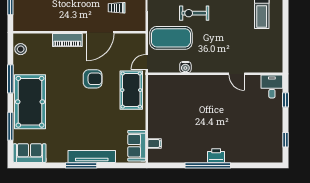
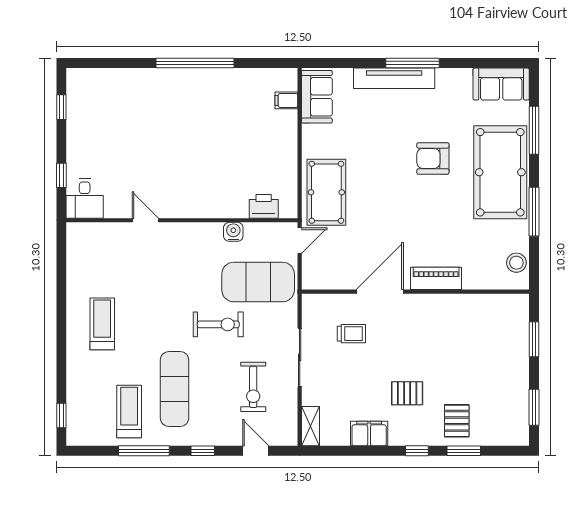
armchair: (93, 79) -> (433, 158), moved
printer: (216, 156) -> (264, 206), moved, turned 180

